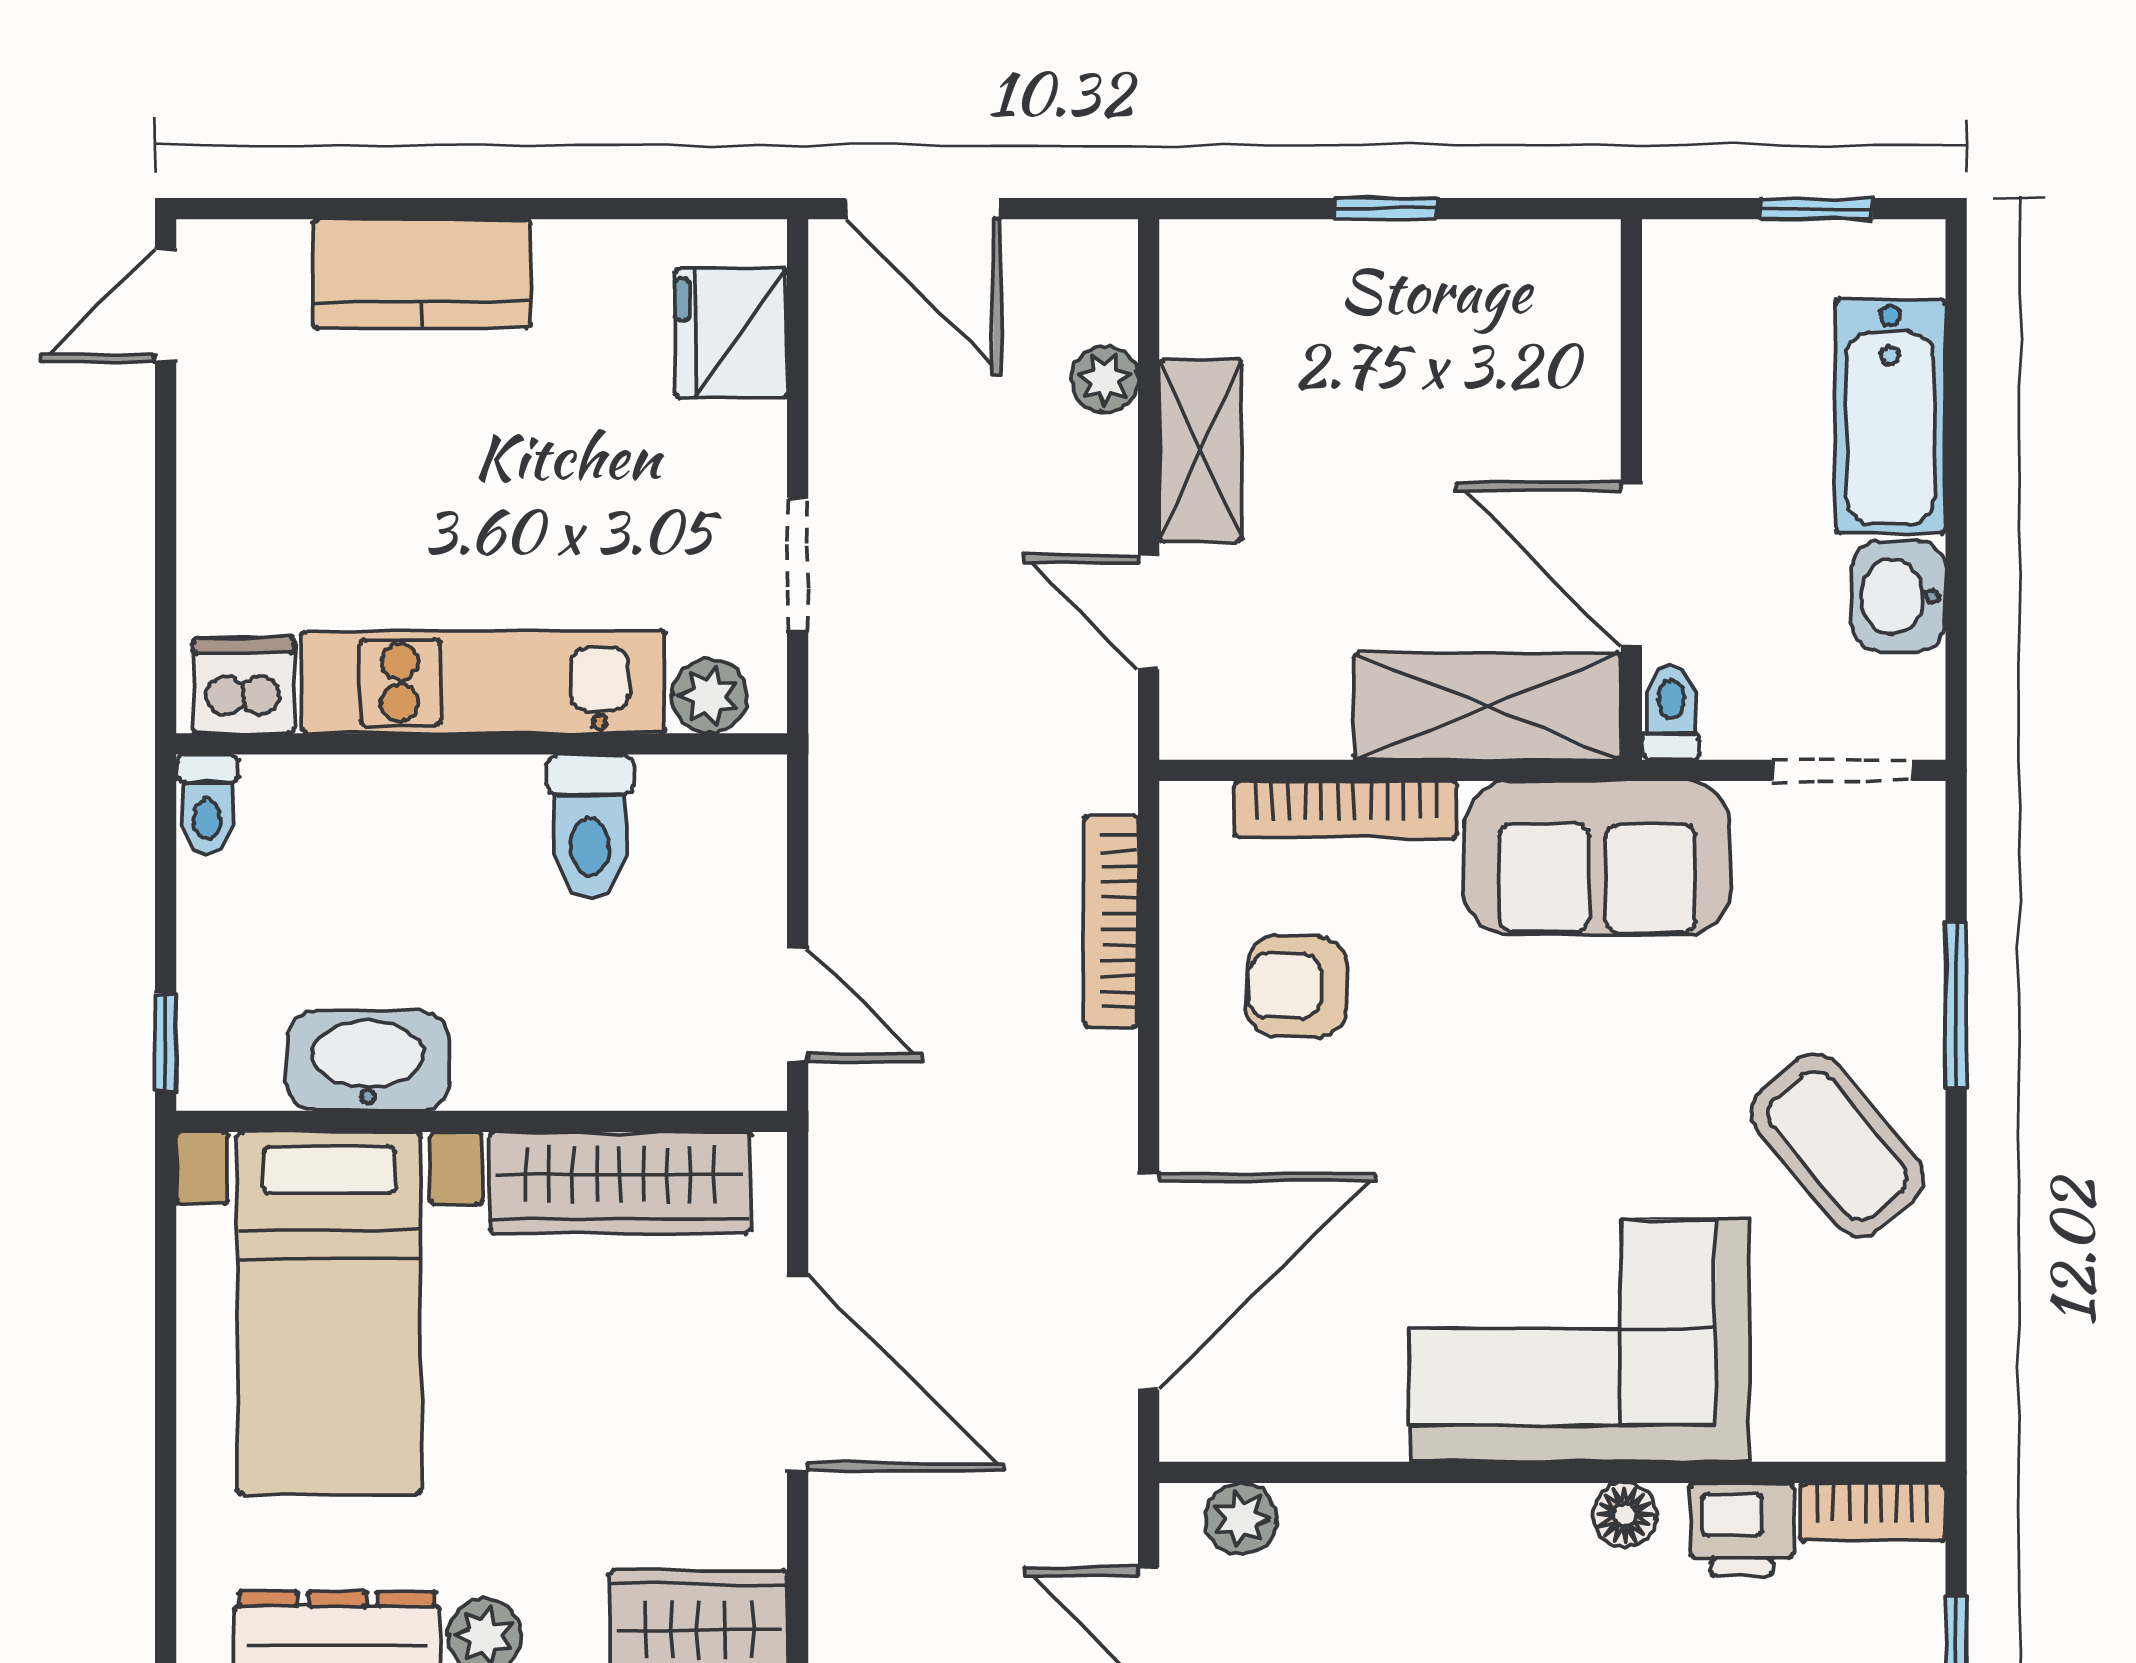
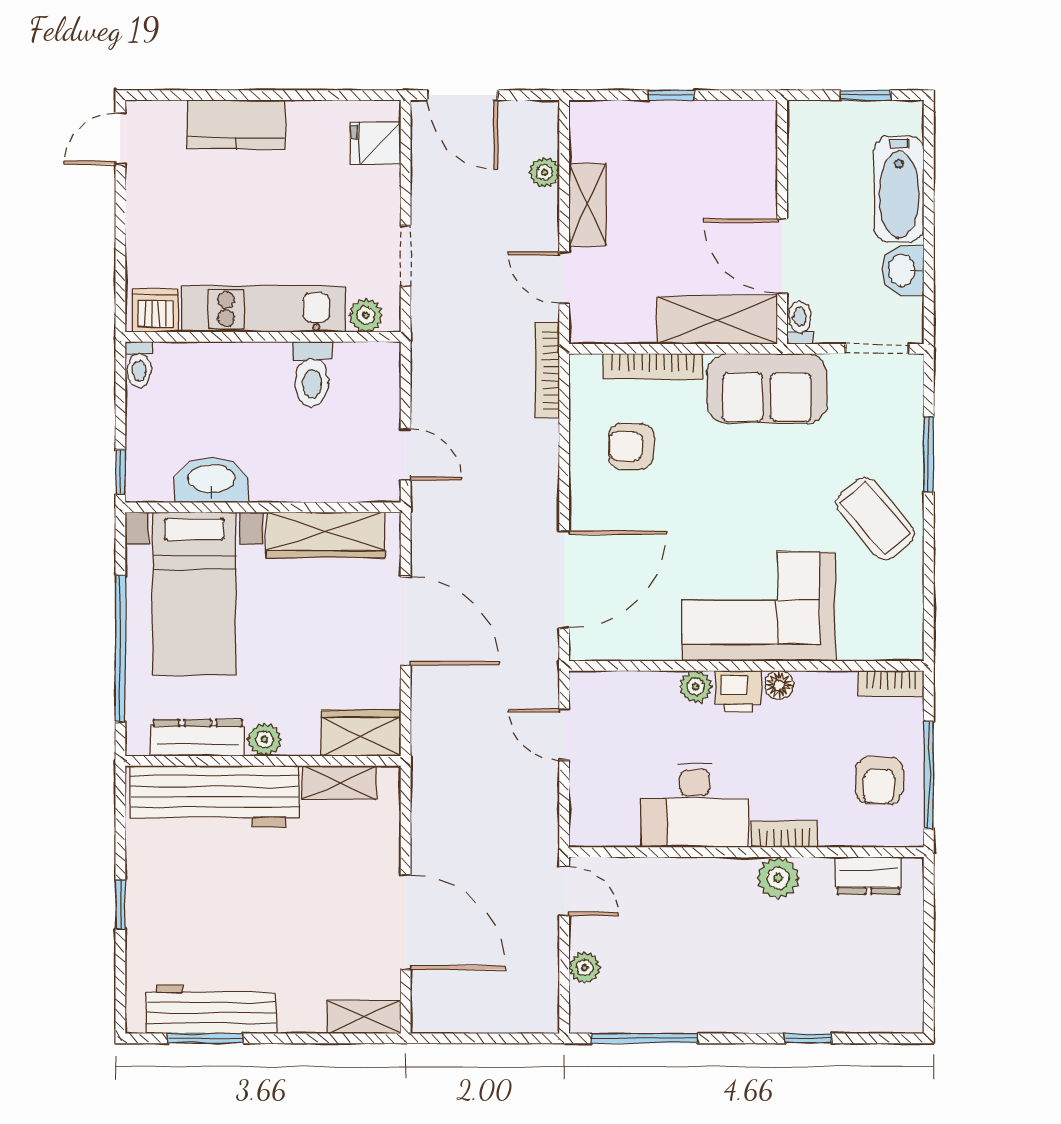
fridge: (731, 333) -> (376, 143), width x0.72
bookcase: (1111, 921) -> (547, 370), moved
window: (166, 1434) -> (120, 649), added
plant: (1242, 1519) -> (696, 687), moved
printer: (1742, 1530) -> (738, 692), moved

